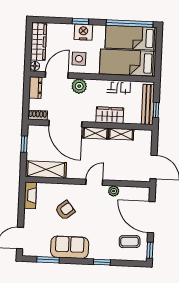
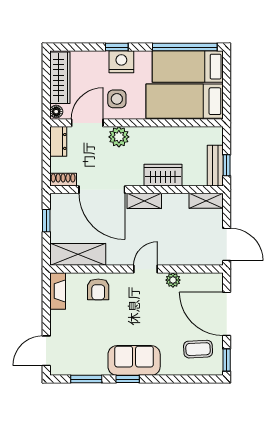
bench: (148, 104) -> (215, 166), width x0.73
shelving: (121, 134) -> (206, 201), moved
armchair: (65, 210) -> (98, 289), moved, turned 129
sofa: (70, 247) -> (134, 360), moved
window: (102, 262) -> (128, 379), moved

